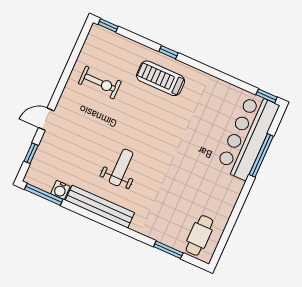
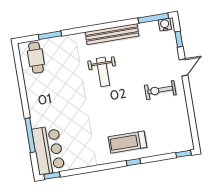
treadmill: (161, 78) -> (127, 142), turned 180
exercise bike: (100, 83) -> (160, 90), moved
bar counter: (248, 136) -> (48, 150), width x0.73
weight bench: (121, 167) -> (103, 72), moved
water cooler: (60, 190) -> (165, 25), moved

